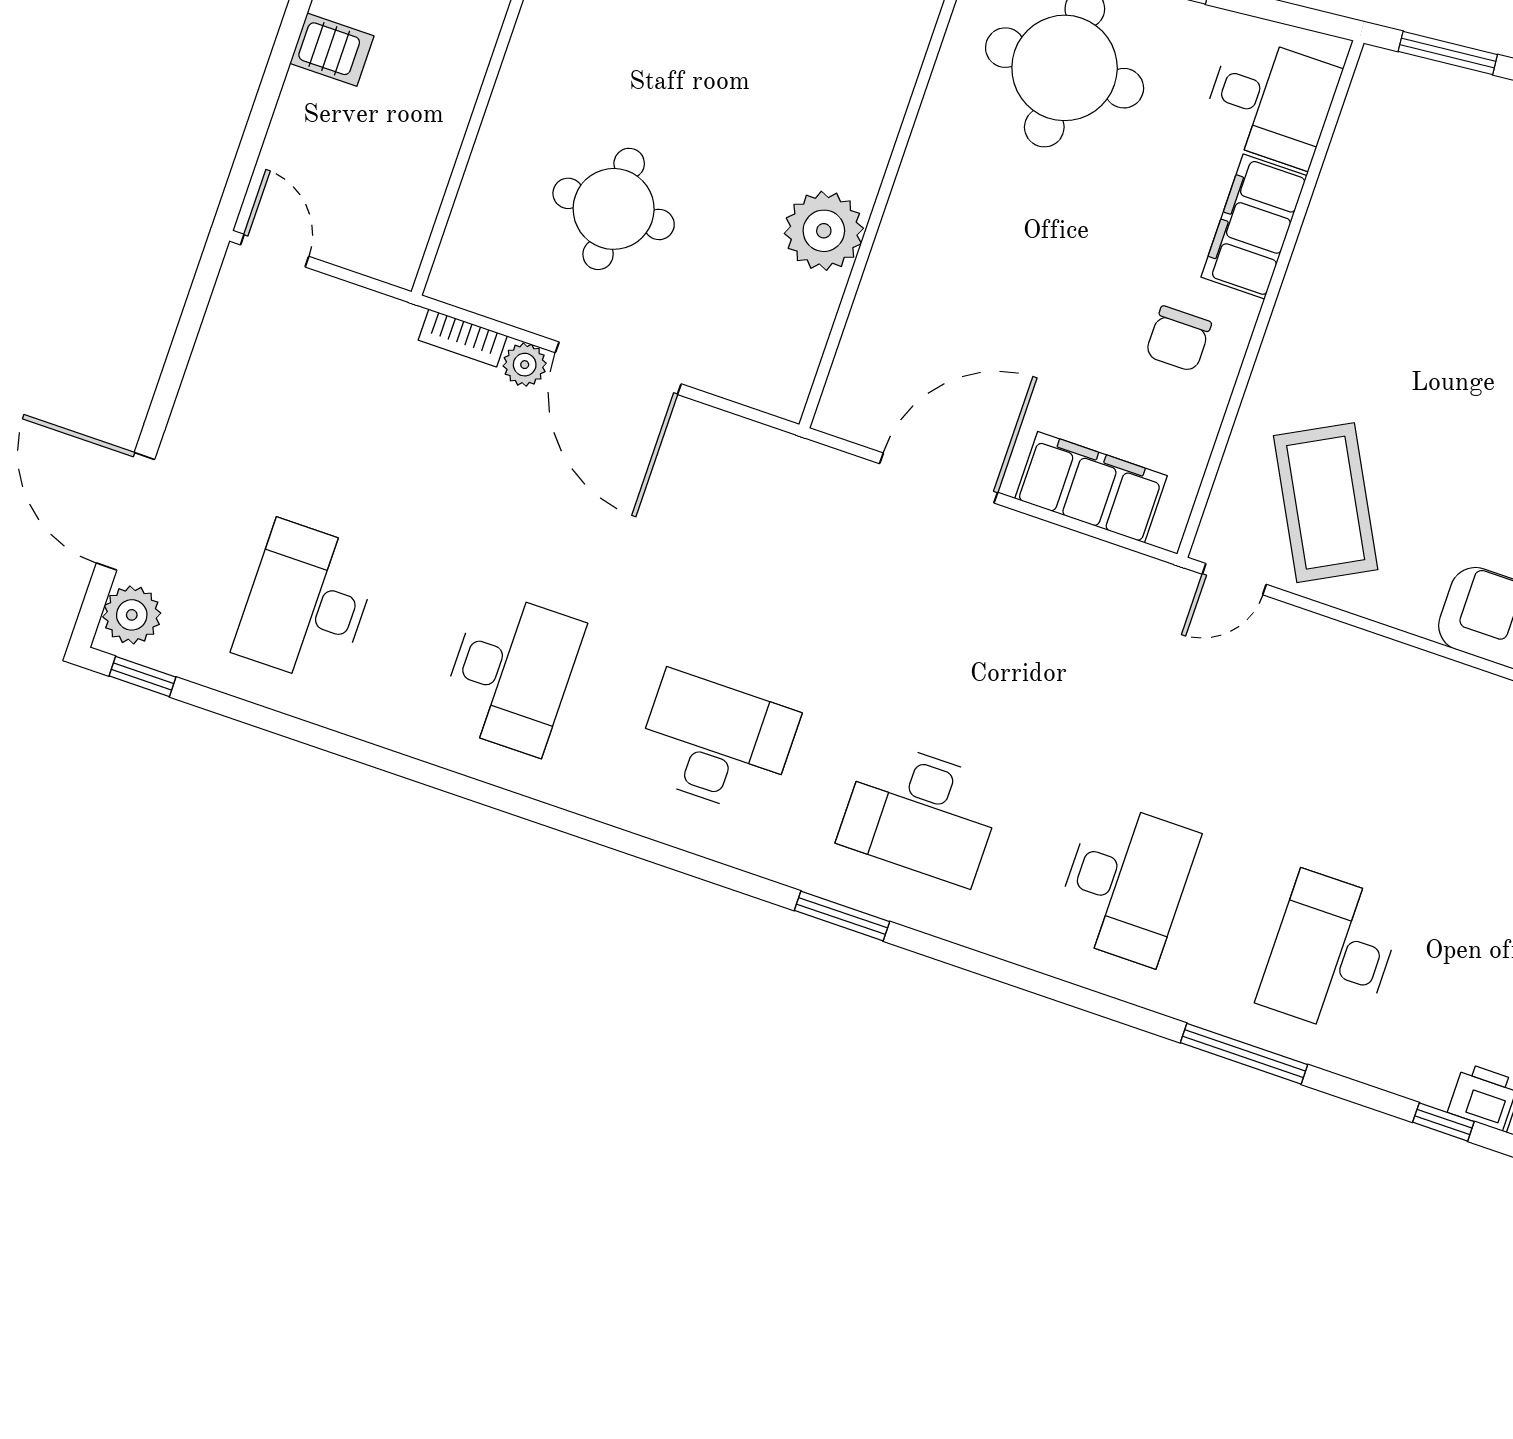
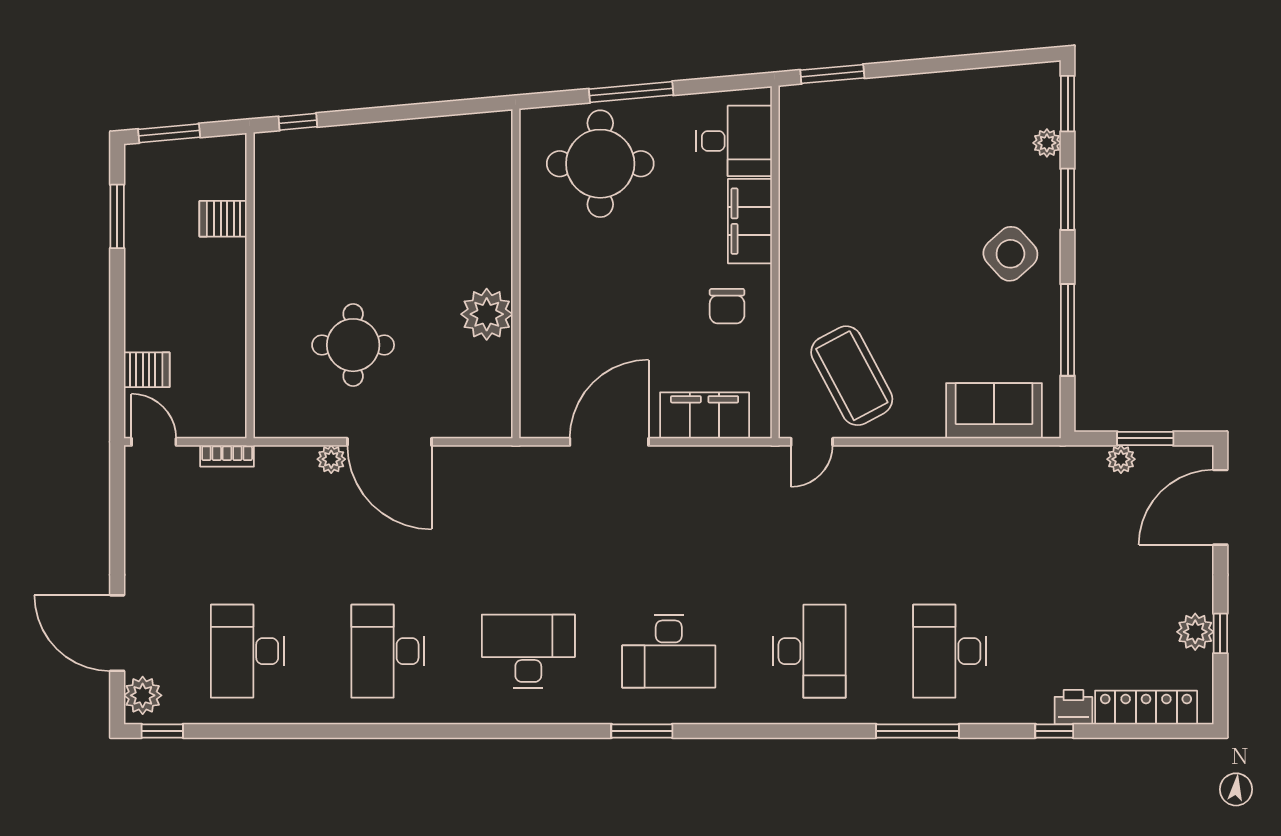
server rack: (332, 50) -> (147, 370), moved
bookcase: (463, 338) -> (227, 456), moved
desk: (511, 673) -> (388, 651), turned 180

